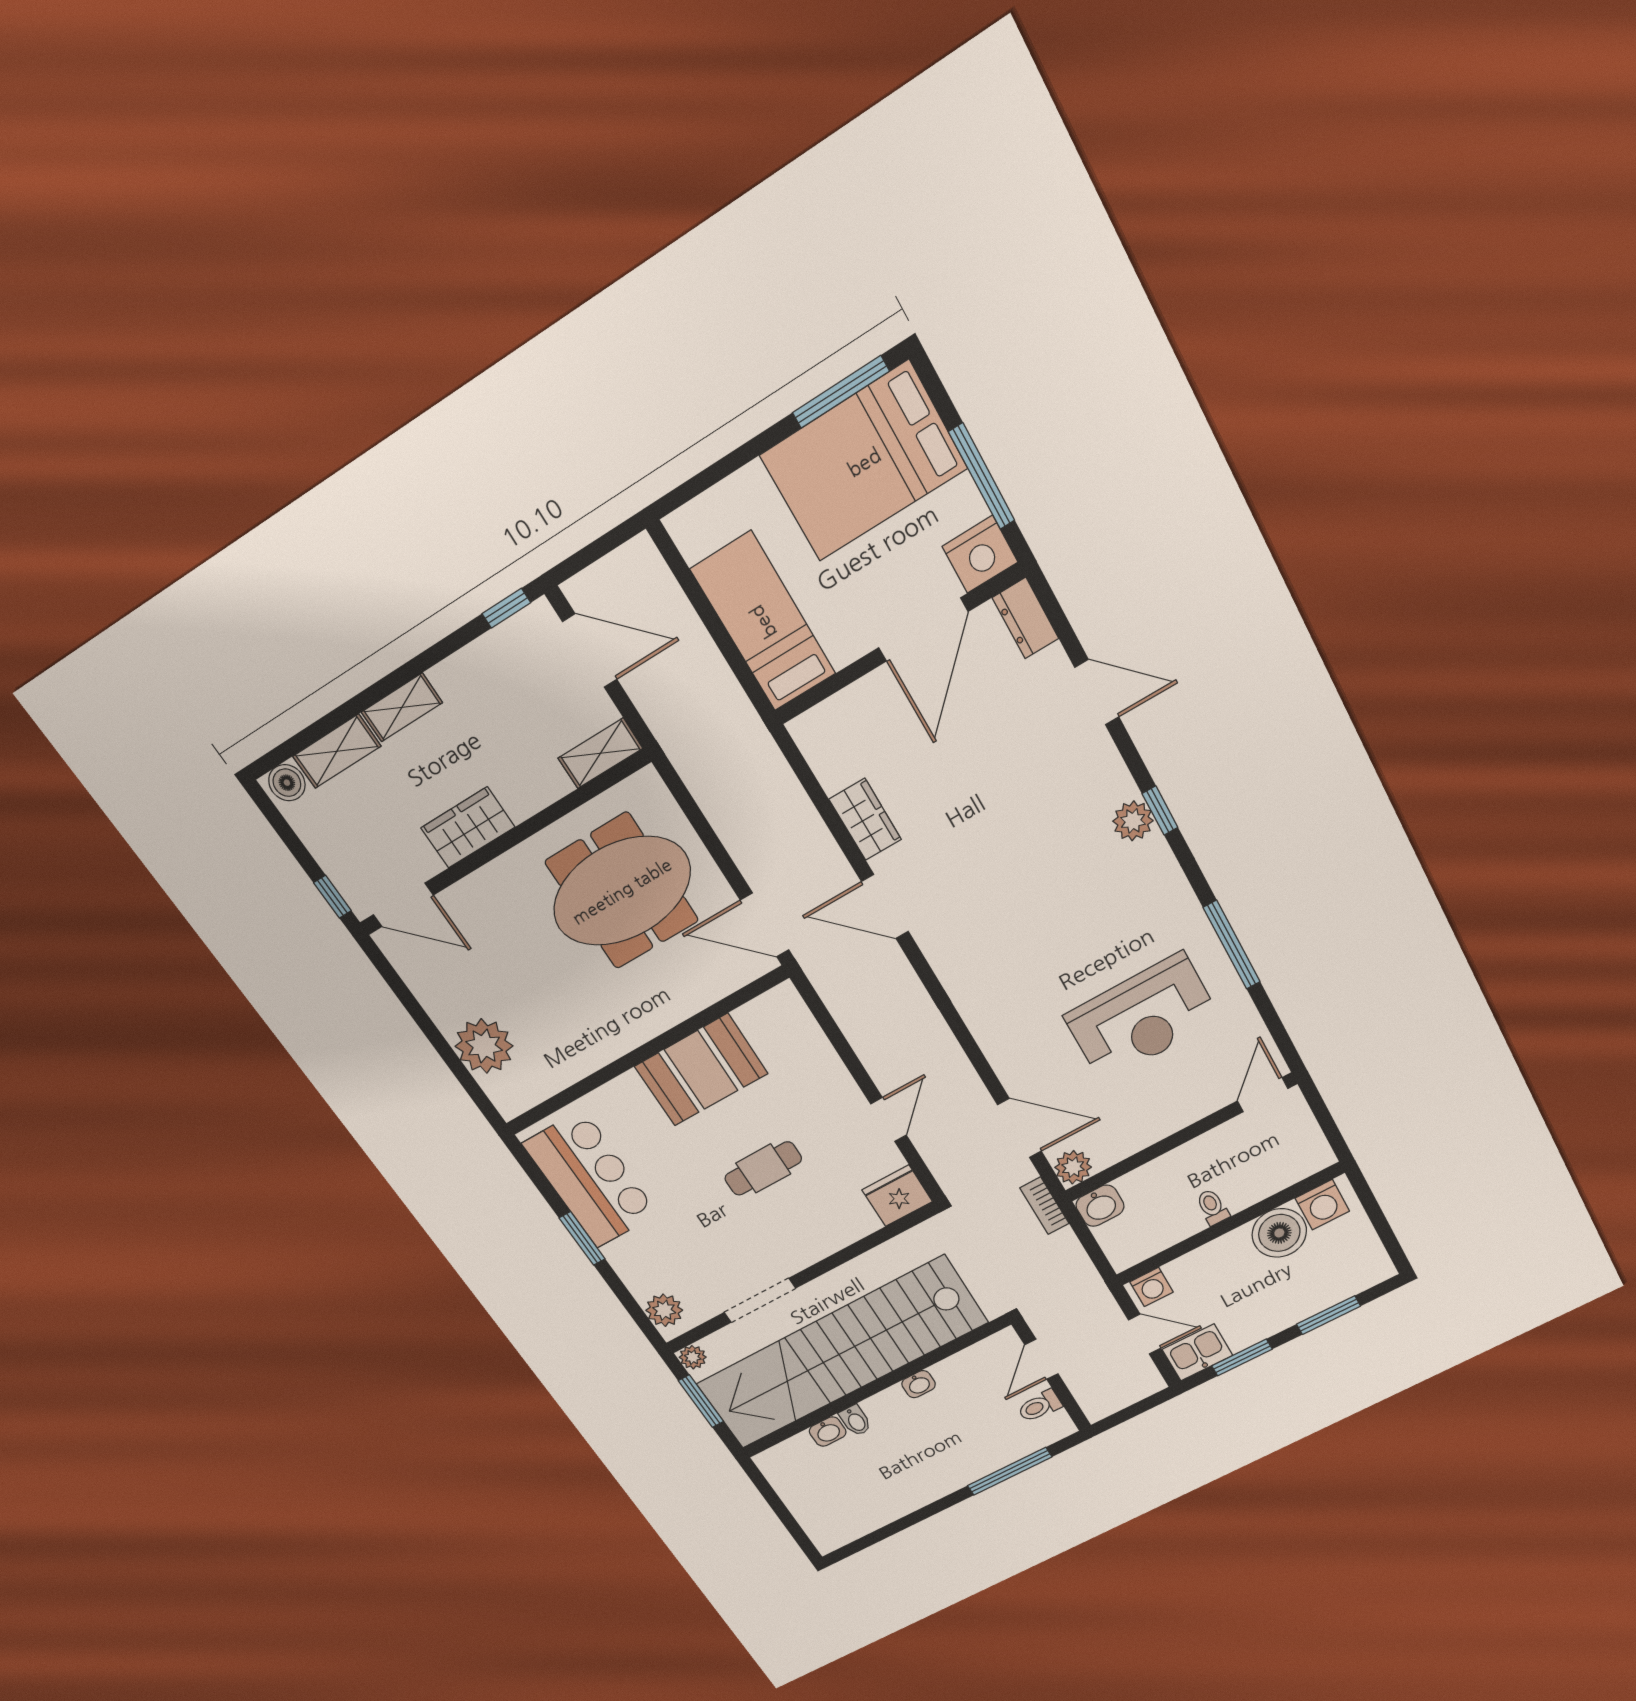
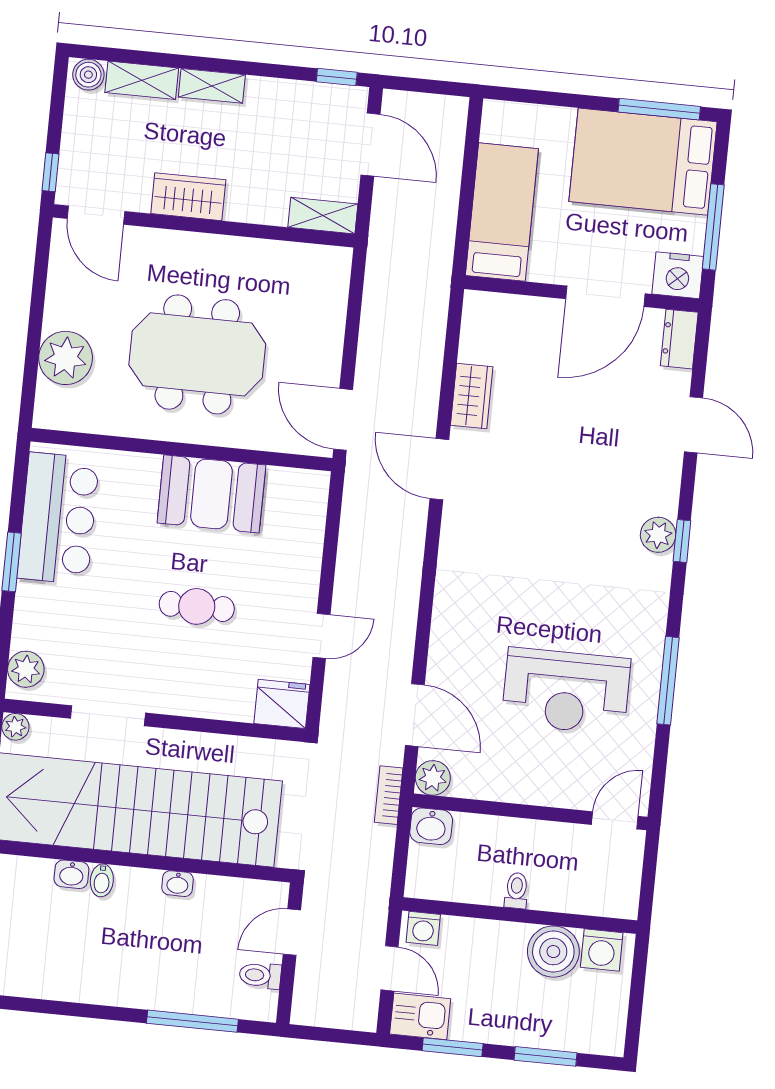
meeting table: (622, 891) -> (197, 354), moved

